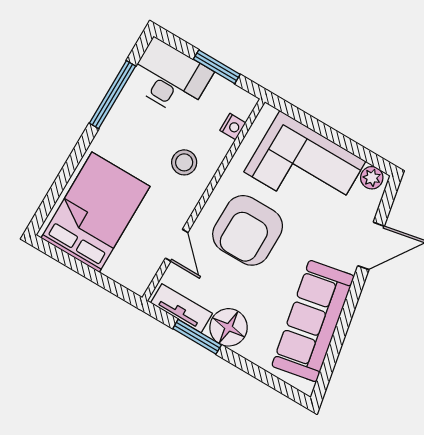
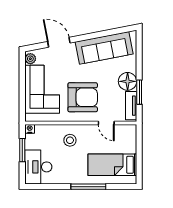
window: (112, 95) -> (88, 187), moved
nightstand: (233, 127) -> (30, 129), moved
bed: (96, 212) -> (112, 165), width x0.67
door: (177, 245) -> (106, 123), swing flipped

